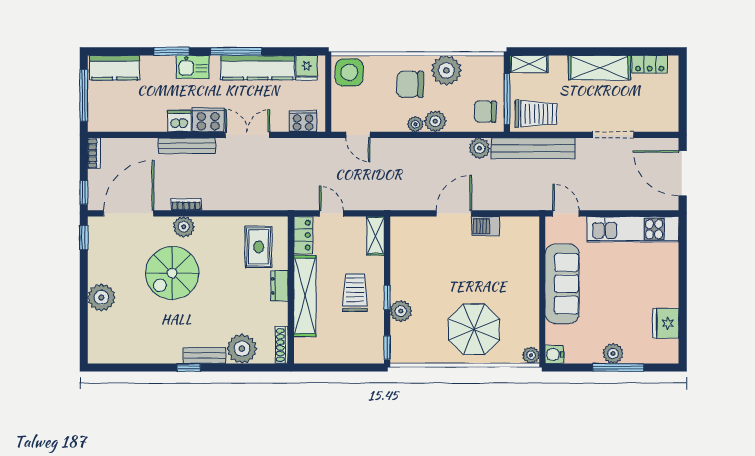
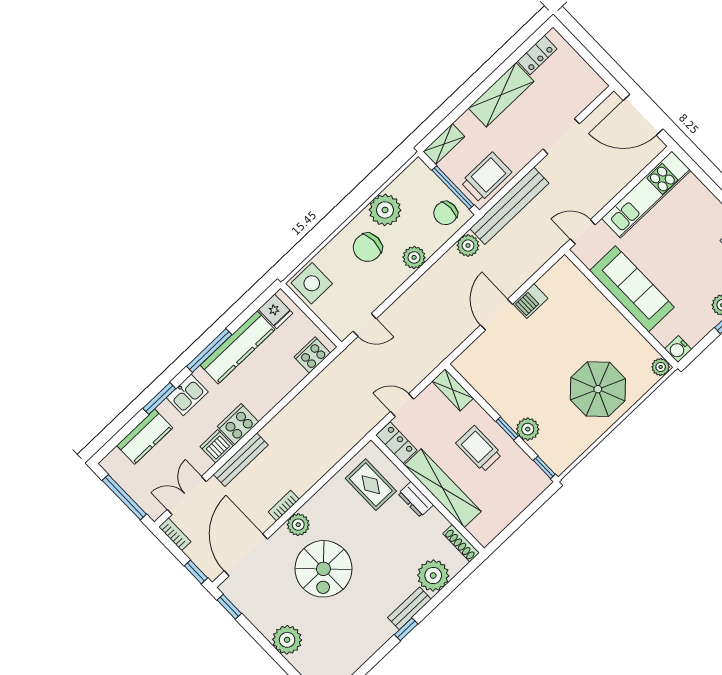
kitchen counter: (115, 68) -> (145, 437), moved
plant: (415, 124) -> (401, 274), removed
double door: (247, 135) -> (187, 496), moved

